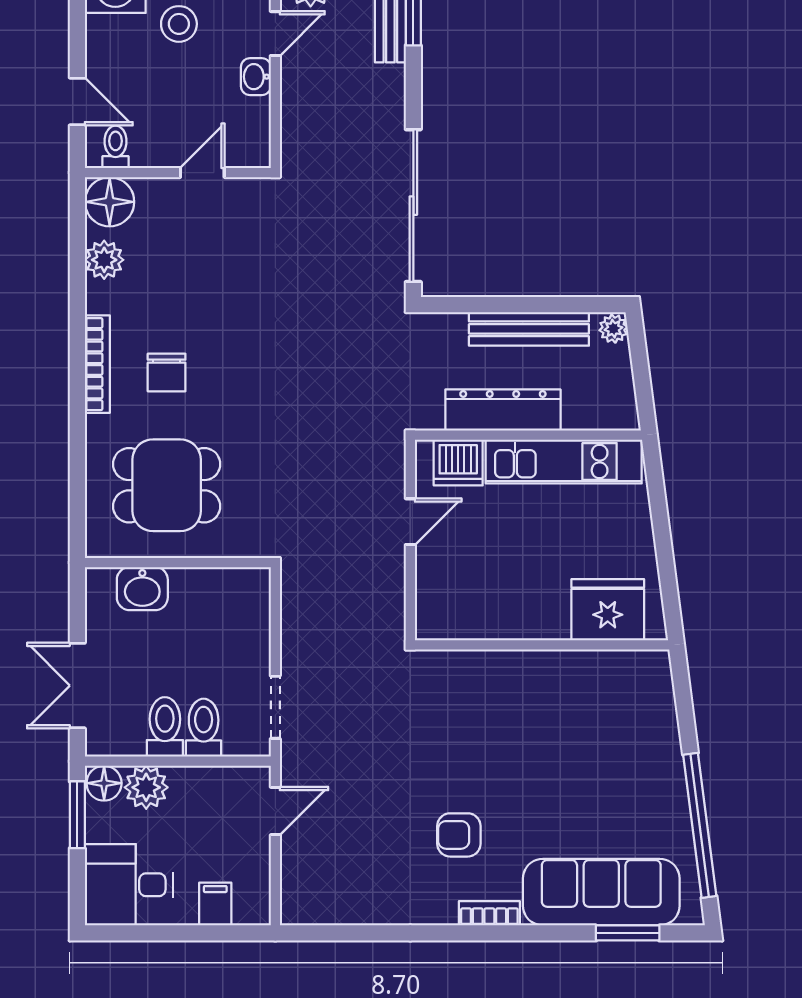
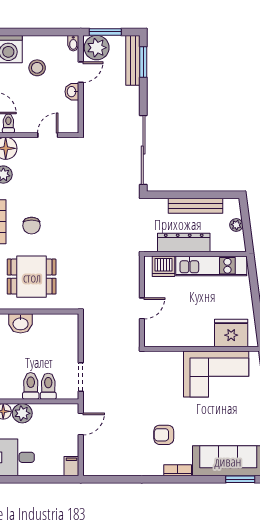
plant: (613, 329) -> (236, 225), moved
door: (410, 522) -> (142, 308), moved
corner sofa: (575, 701) -> (216, 374), added
filing cabinet: (215, 904) -> (71, 466), moved

